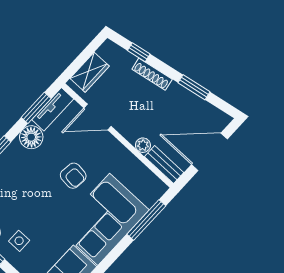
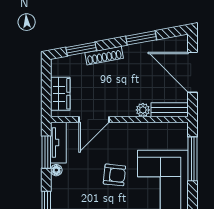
window: (139, 52) -> (81, 49), width x1.50
floor lamp: (31, 137) -> (56, 170), width x0.53, depth x0.53
door: (209, 152) -> (193, 72), hinge flipped

